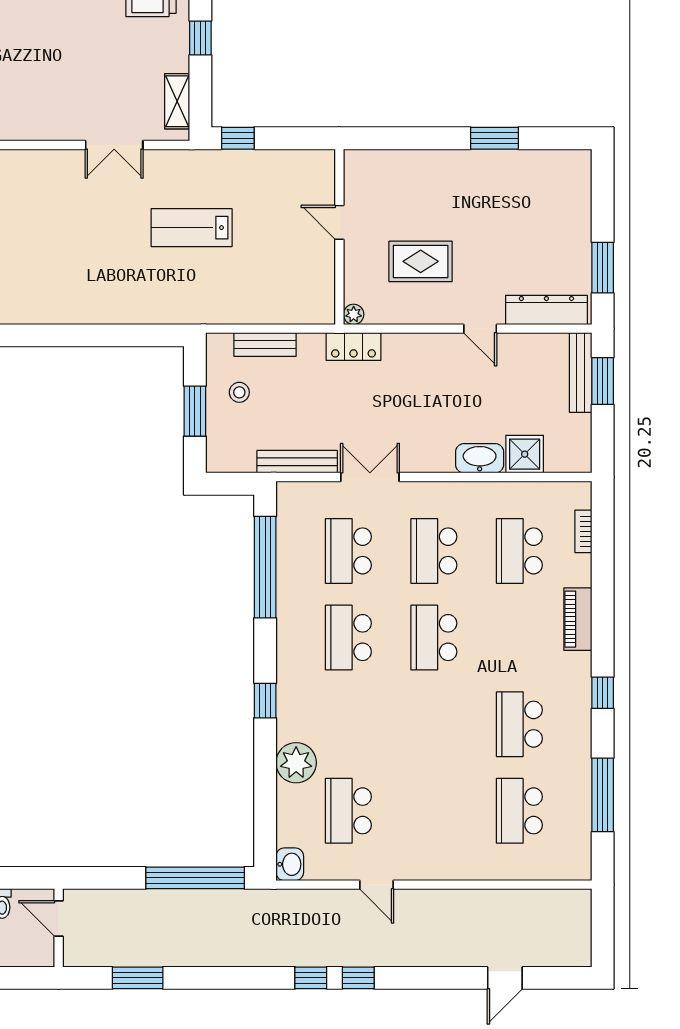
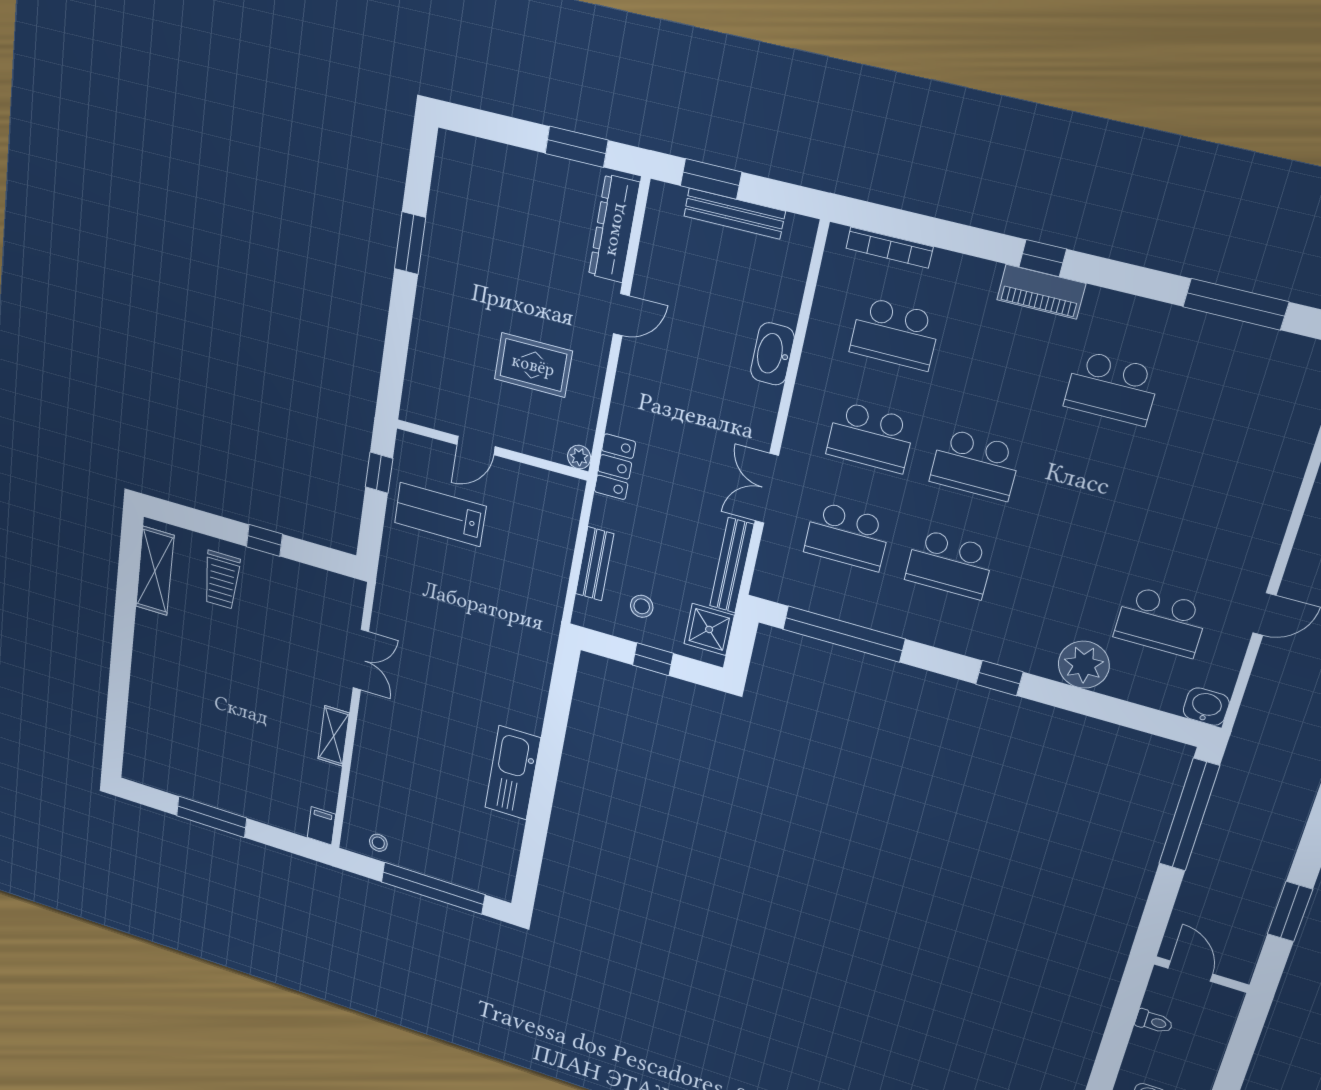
shelving: (177, 101) -> (334, 736), moved, turned 90
window: (238, 138) -> (379, 473), moved
lab bench: (192, 228) -> (440, 514), moved, turned 90
rug: (421, 261) -> (533, 365), turned 90
kitchen sink: (50, 304) -> (513, 773), added
bench: (581, 373) -> (734, 214), moved
window: (195, 411) -> (653, 659), width x0.67
shower: (525, 454) -> (709, 629), moved
bookcase: (583, 531) -> (889, 248), width x1.56
piano: (578, 619) -> (1041, 292), moved
window: (603, 693) -> (1043, 258), moved
school desk: (519, 811) -> (1224, 416), removed
door: (59, 918) -> (1190, 971), swing flipped

